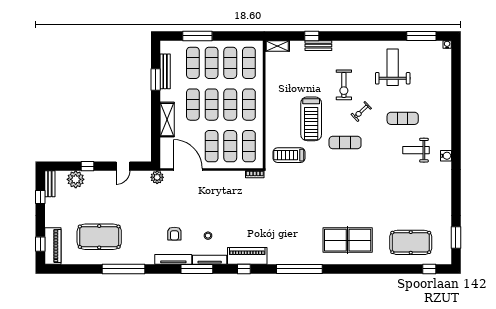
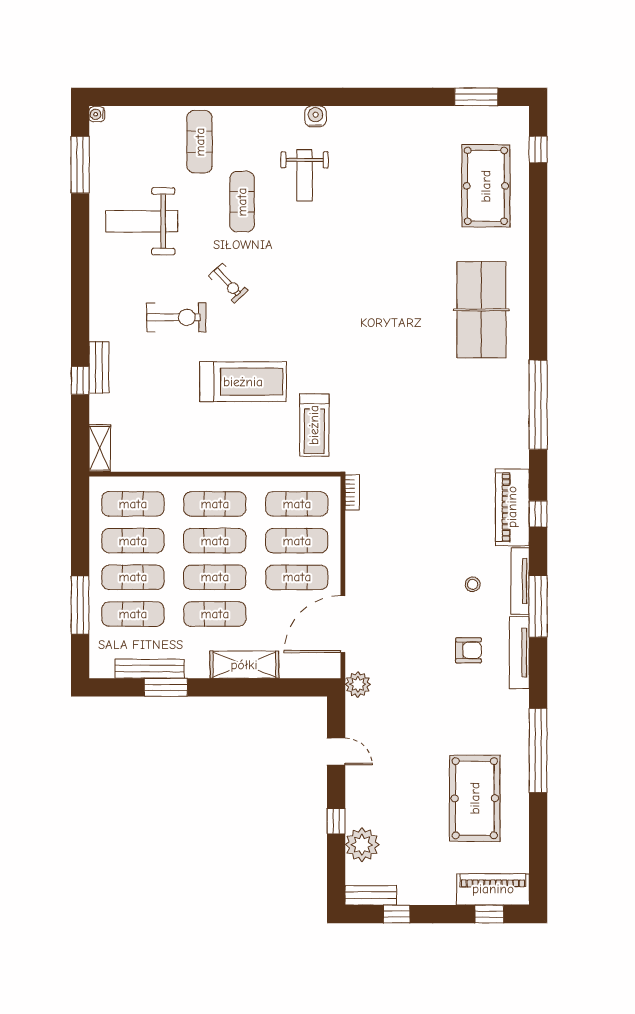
exercise mat: (345, 142) -> (200, 142), moved

